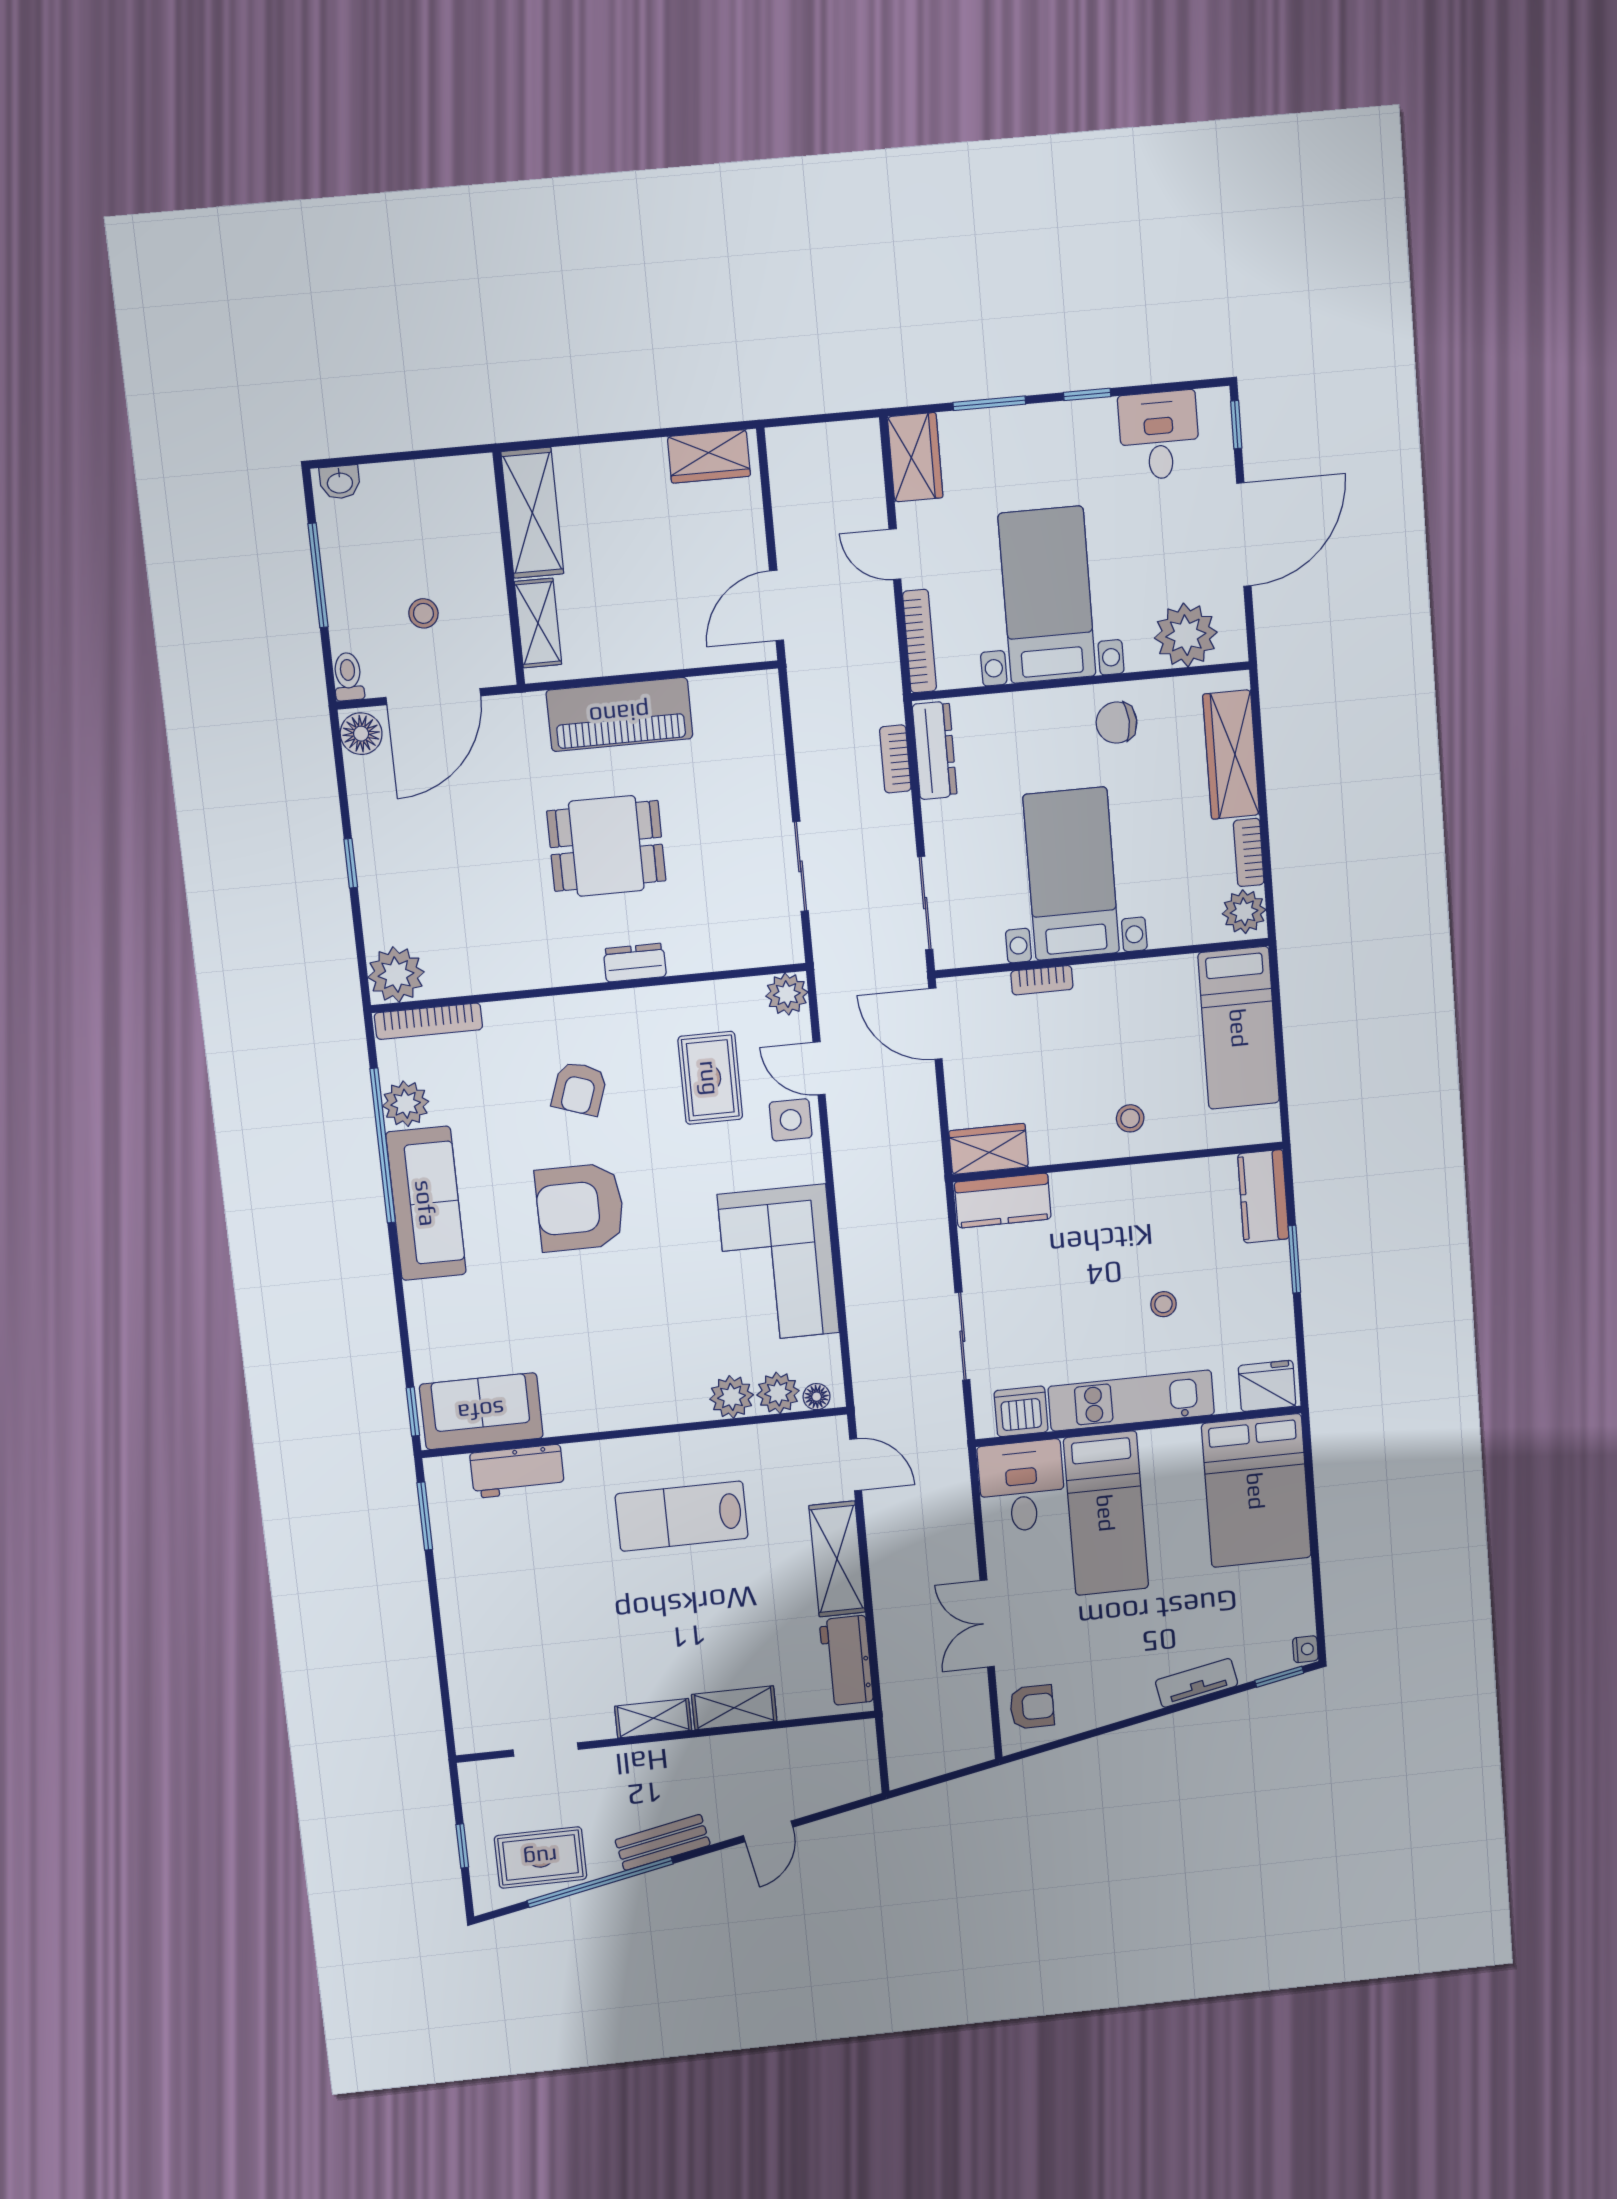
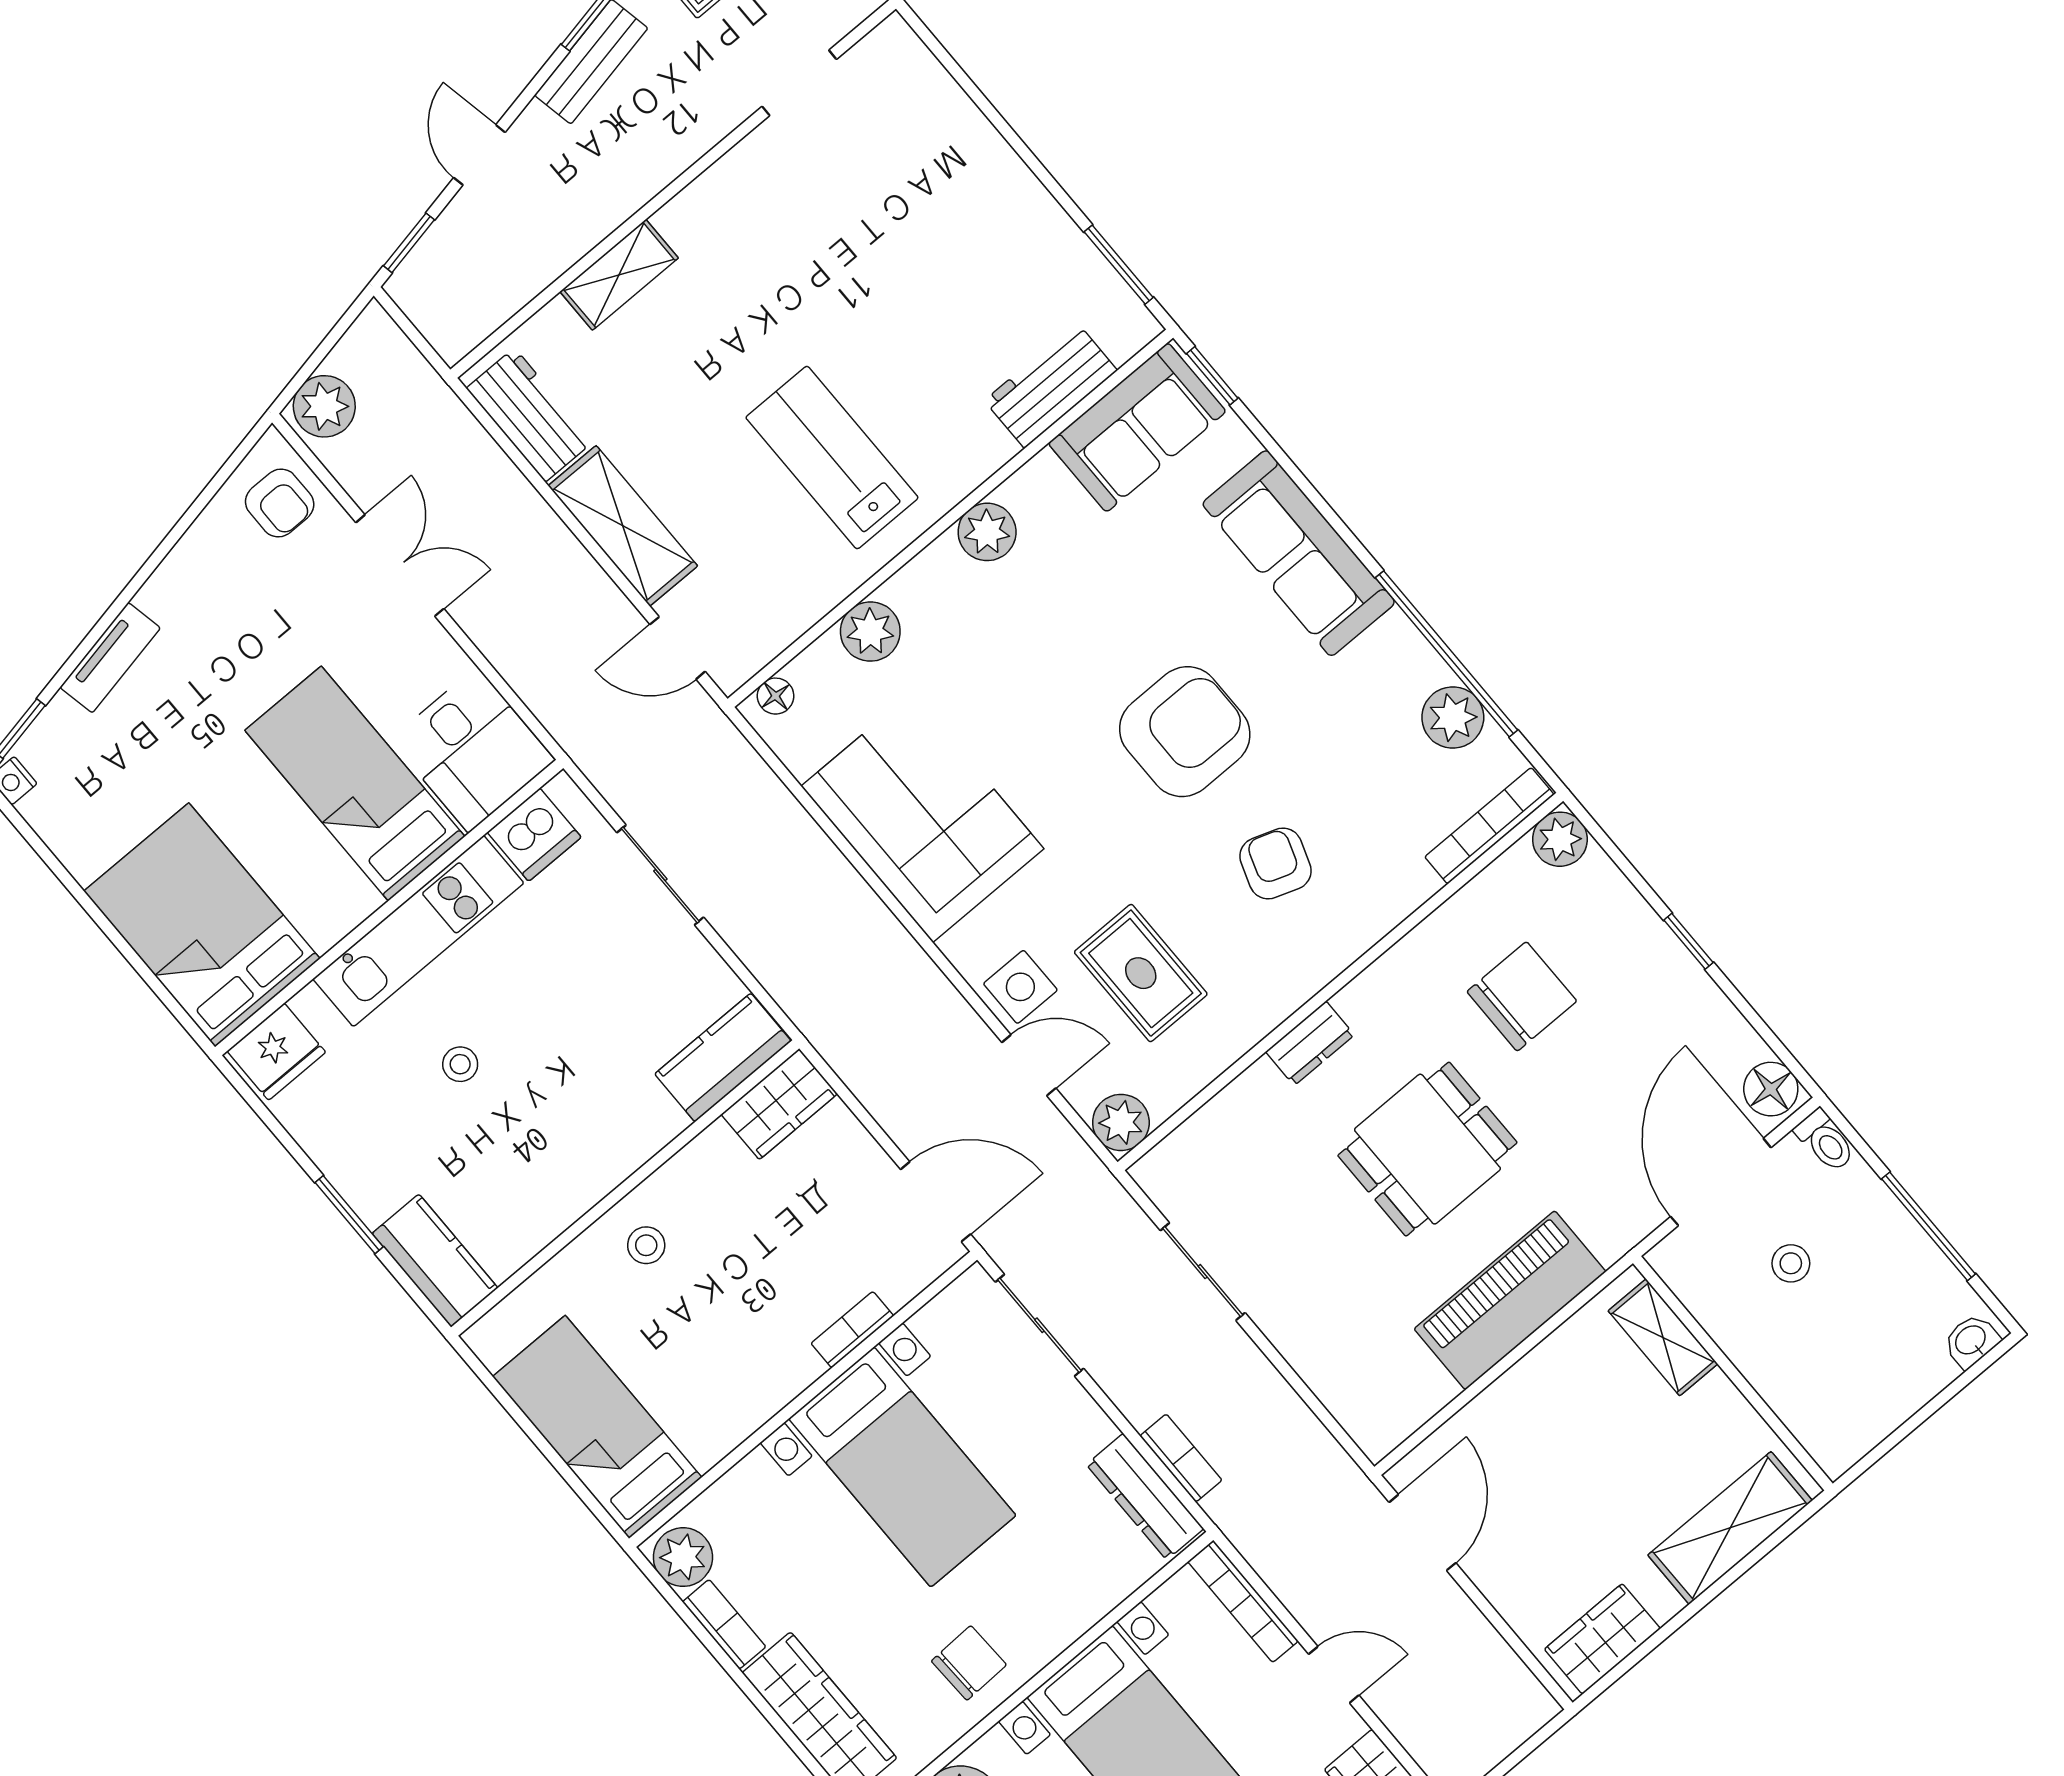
shelving: (532, 513) -> (1730, 1528), moved, turned 90
chair: (481, 901) -> (1522, 996), added
plant: (396, 975) -> (1560, 839), width x0.73, depth x0.73
sofa: (426, 1203) -> (1299, 553), moved
plant: (778, 1393) -> (987, 532), moved
lab bench: (682, 1516) -> (832, 458), turned -90
armchair: (1032, 1707) -> (280, 503), turned -90
shelving: (653, 1718) -> (703, 201), removed
plant: (965, 1746) -> (324, 406), added
window: (847, 1808) -> (409, 243), added

